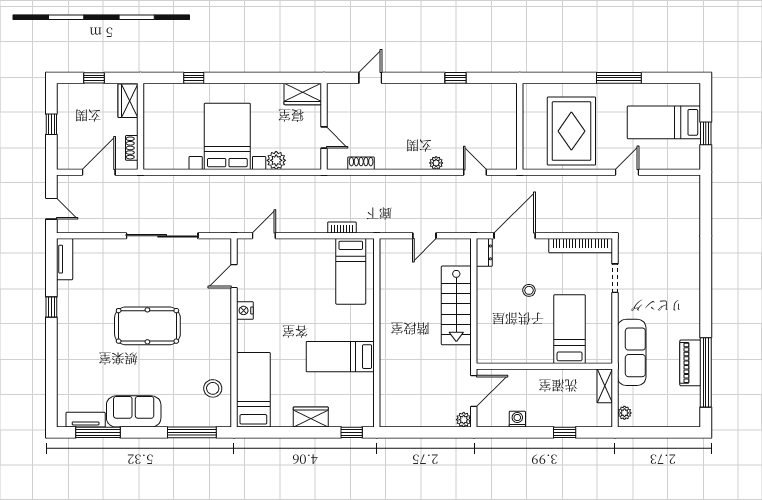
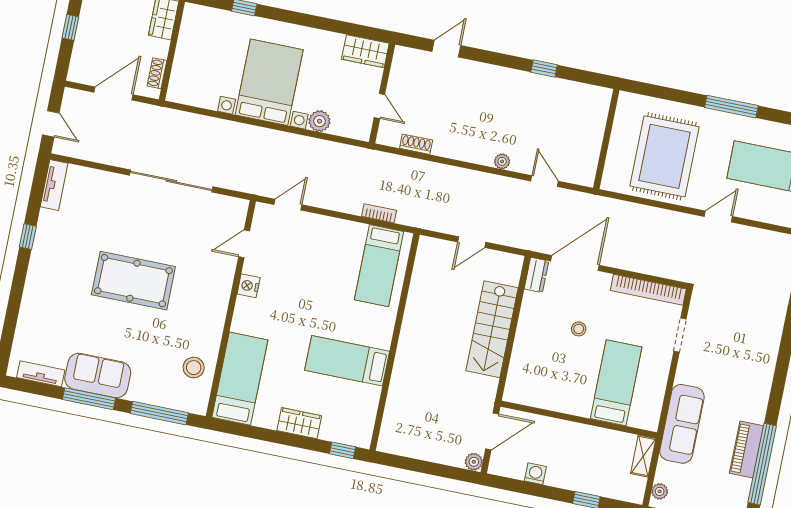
window: (98, 432) -> (89, 399), moved

